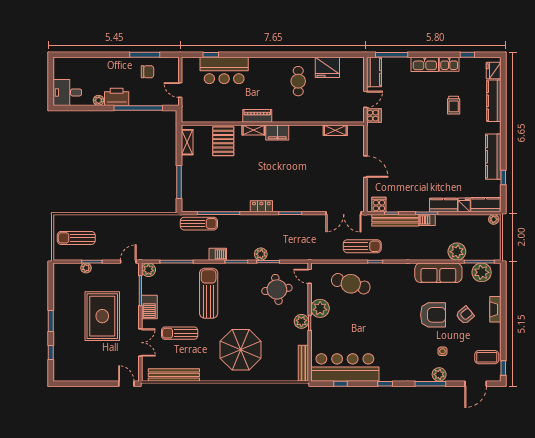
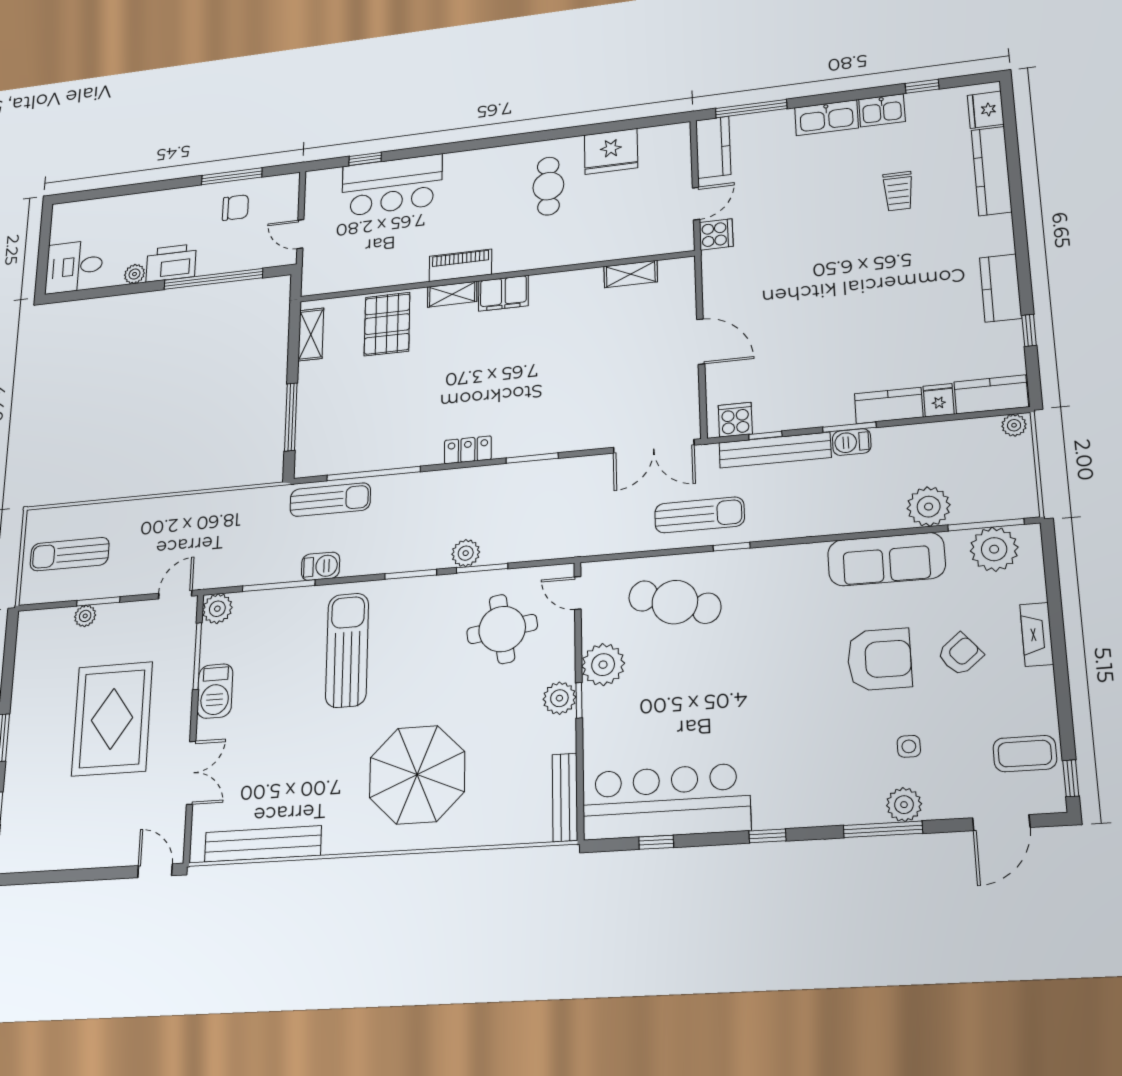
kitchen counter: (493, 157) -> (1001, 288), width x0.67
barbecue: (218, 254) -> (321, 566), moved
sun lounger: (180, 333) -> (279, 745), removed

